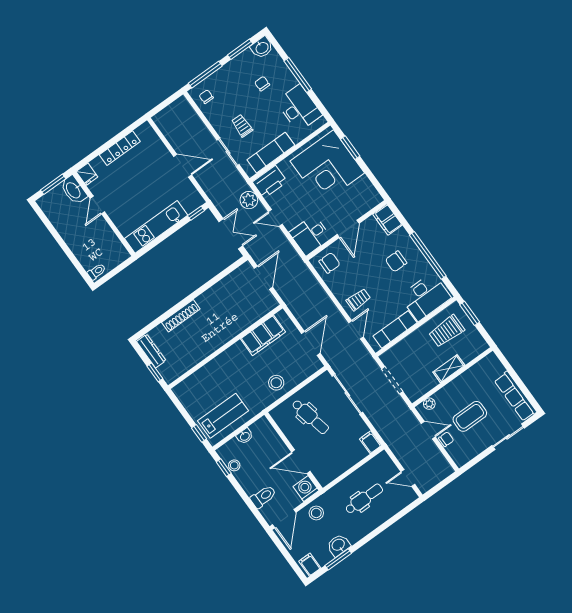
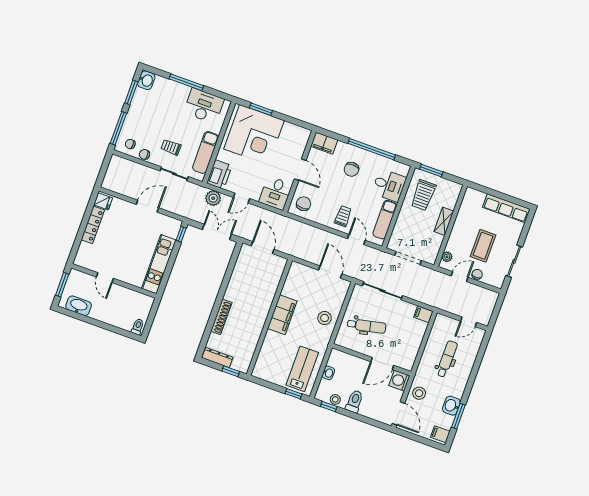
chair: (262, 84) -> (144, 154), moved
fridge: (87, 174) -> (103, 201), moved
washbasin: (74, 190) -> (79, 306), moved, turned 180
desk: (425, 297) -> (389, 185), width x0.73
filing cabinet: (263, 335) -> (282, 315), moved
sliding door: (508, 437) -> (514, 261), moved
toilet: (263, 497) -> (354, 401), moved

